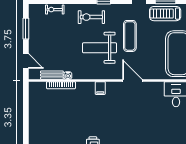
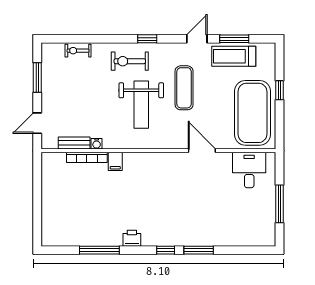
weight bench: (100, 48) -> (141, 105), turned -90
door: (26, 61) -> (37, 123), swing flipped
door: (132, 80) -> (202, 151), moved
filing cabinet: (100, 88) -> (115, 161), moved

